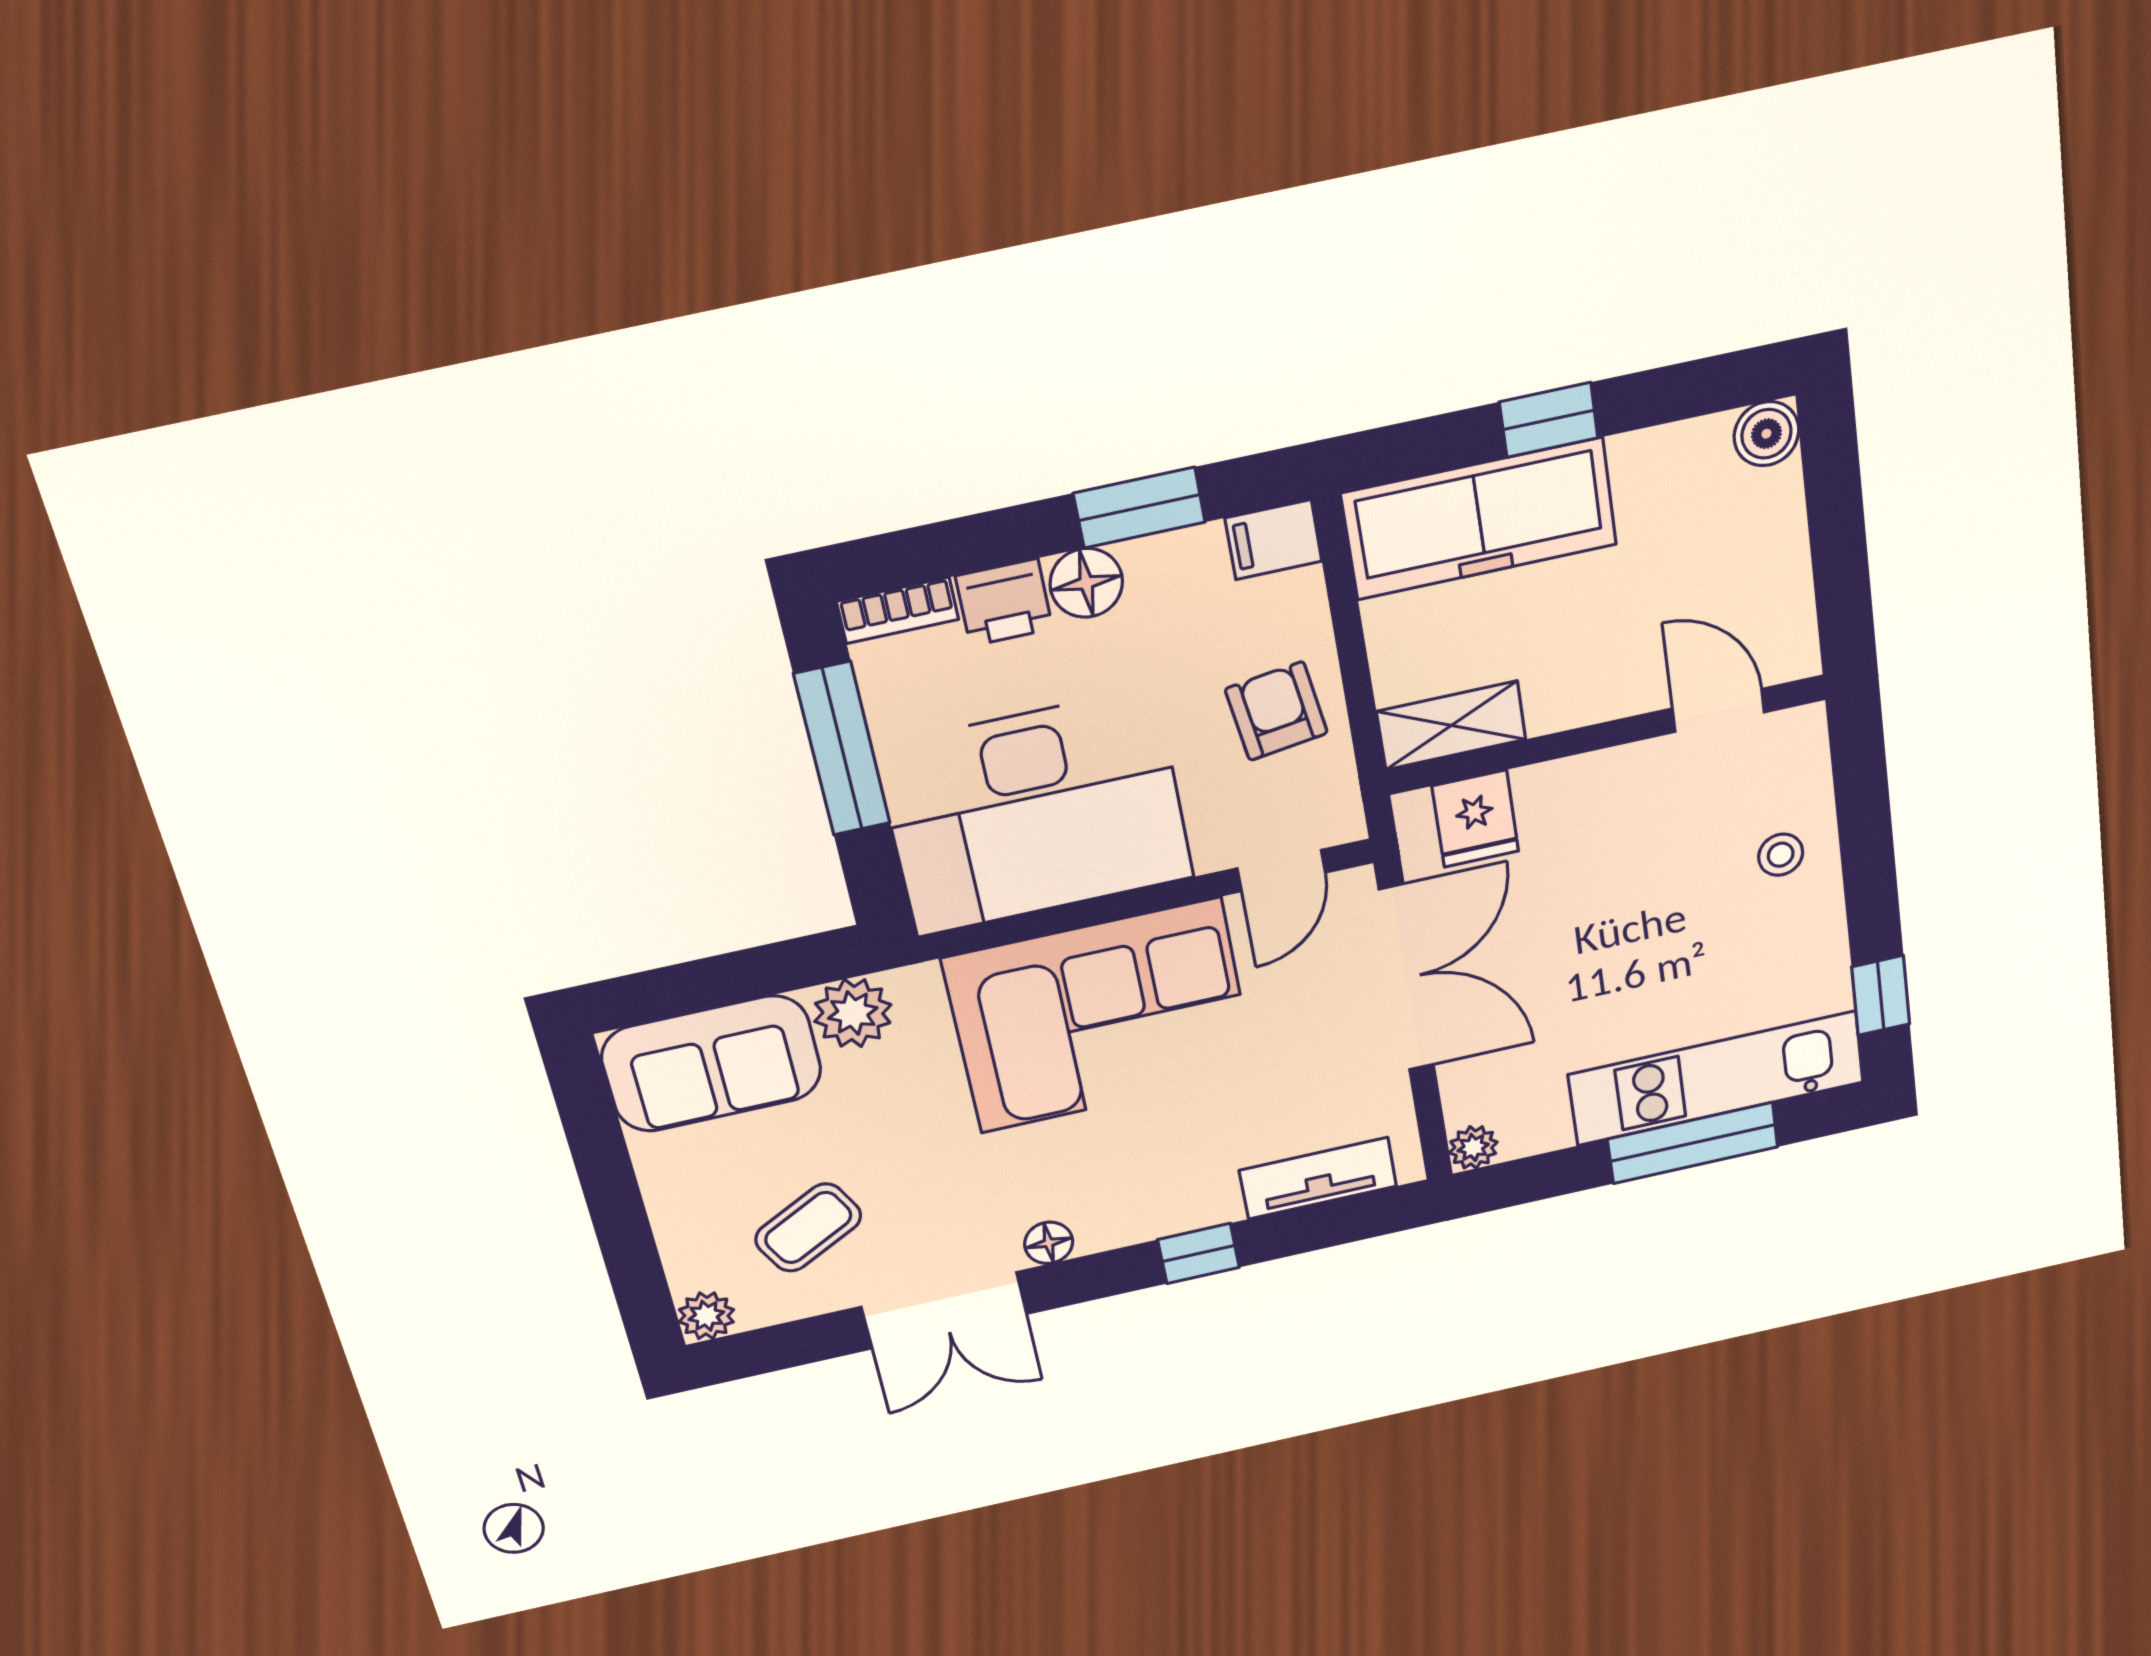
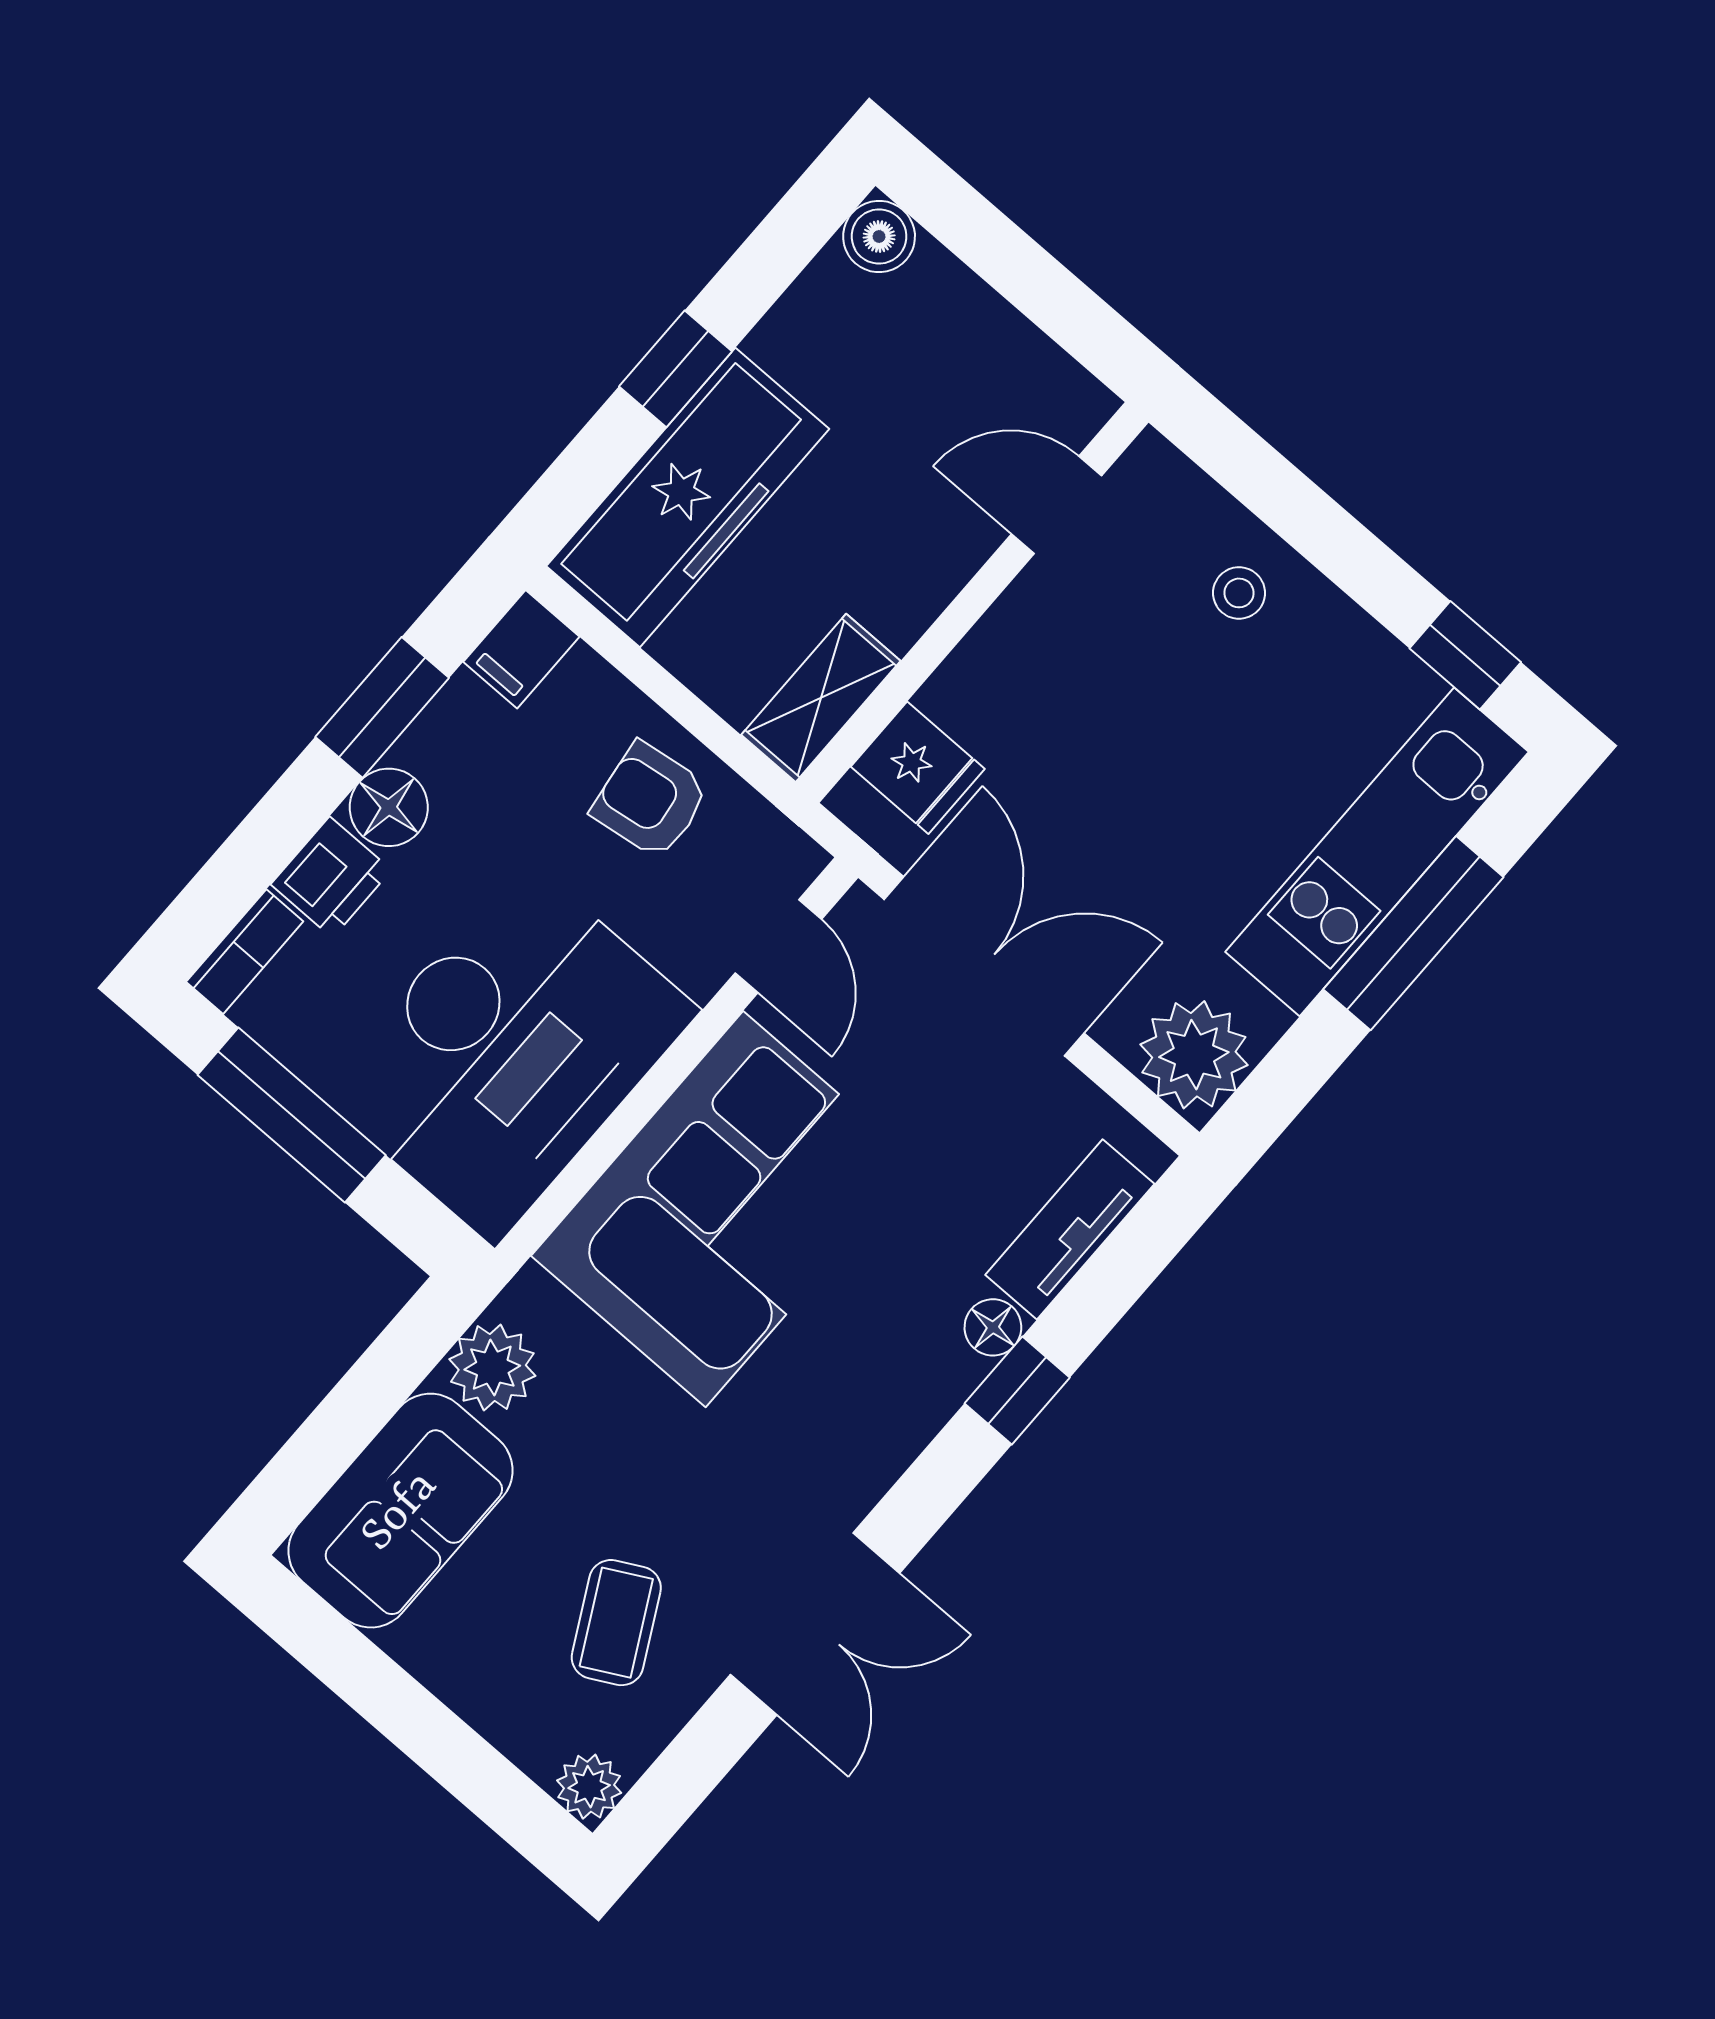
plant: (1473, 1147) -> (1194, 1055), width x1.87, depth x1.87
floor lamp: (1049, 1243) -> (993, 1327), moved

